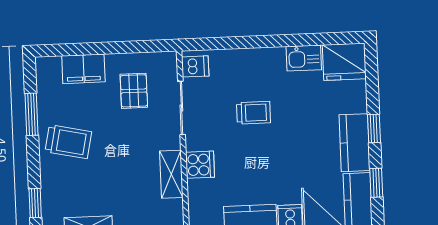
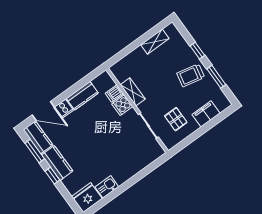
dishwasher: (195, 66) -> (114, 94), moved
trolley: (254, 113) -> (113, 146), removed
window: (376, 183) -> (35, 151), width x1.50
window: (35, 203) -> (197, 51), moved

